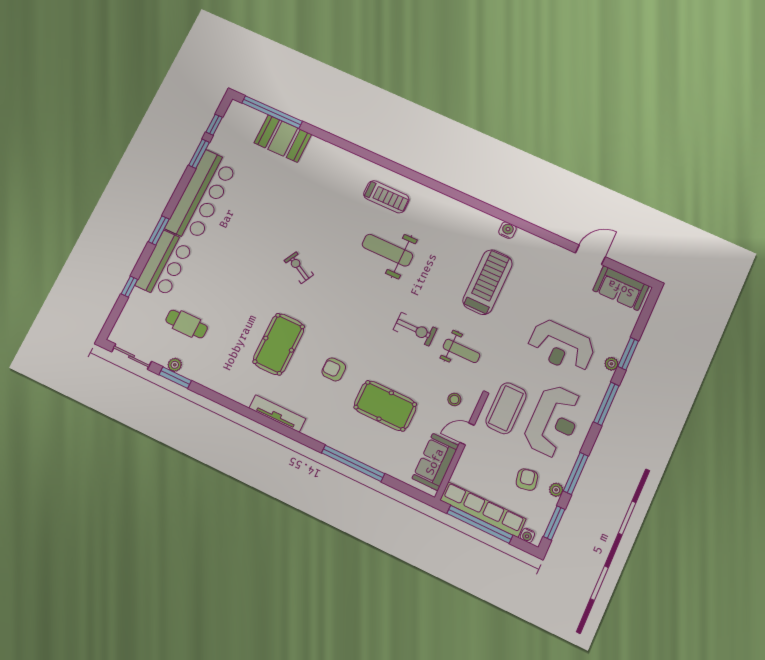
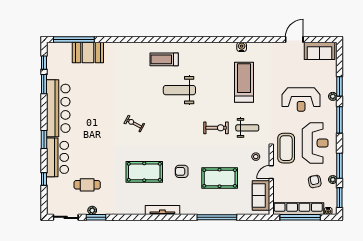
treadmill: (386, 197) -> (164, 59), turned 180
pool table: (279, 344) -> (144, 172), turned 90

